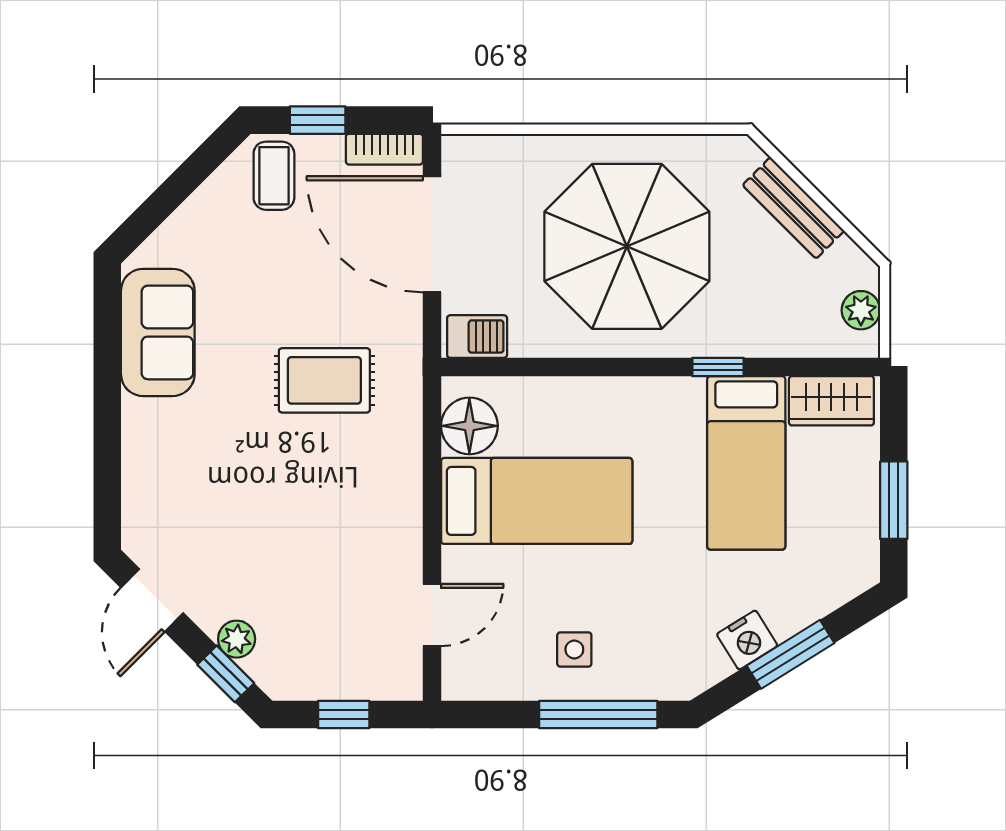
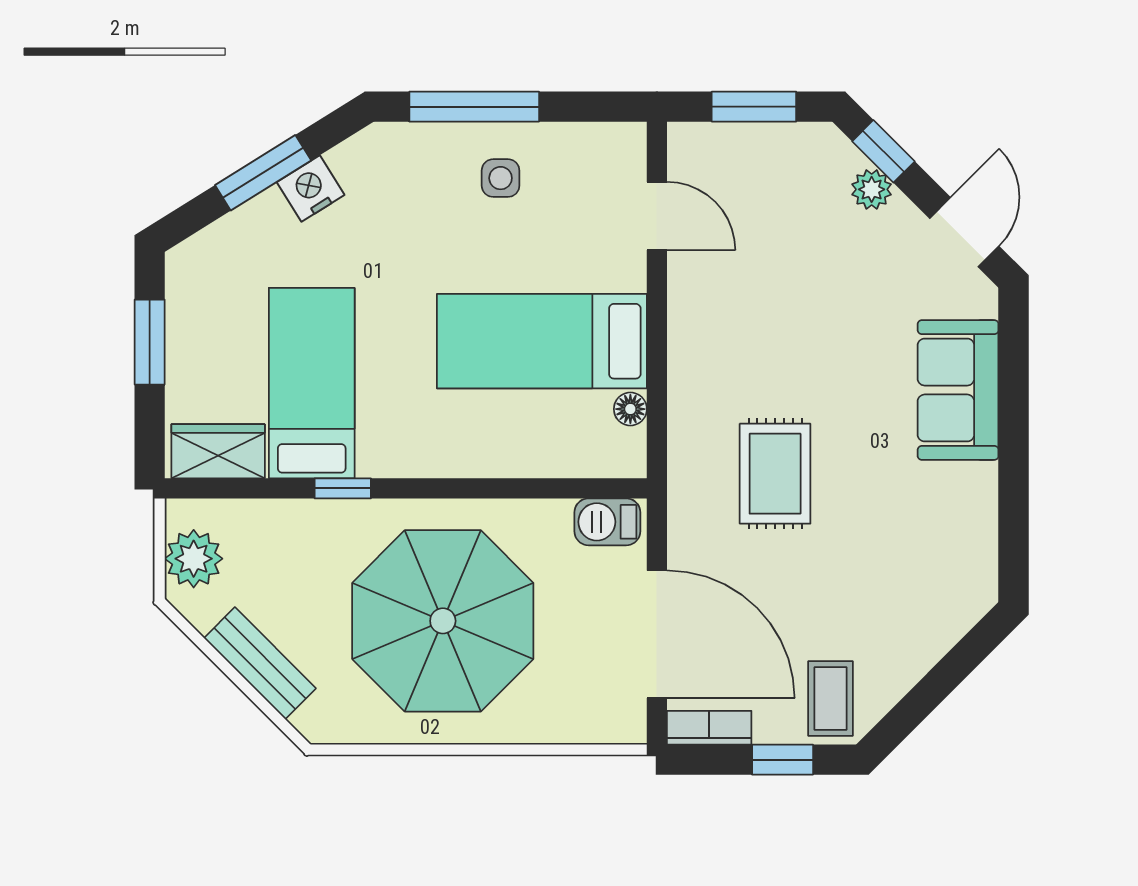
plant: (861, 310) -> (194, 559), width x1.38, depth x1.38
sofa: (158, 332) -> (958, 390), moved
rug: (324, 380) -> (775, 474), turned 90
floor lamp: (469, 426) -> (630, 409), width x0.53, depth x0.53
door: (432, 615) -> (657, 216), swing flipped
window: (344, 715) -> (754, 107), width x1.50

